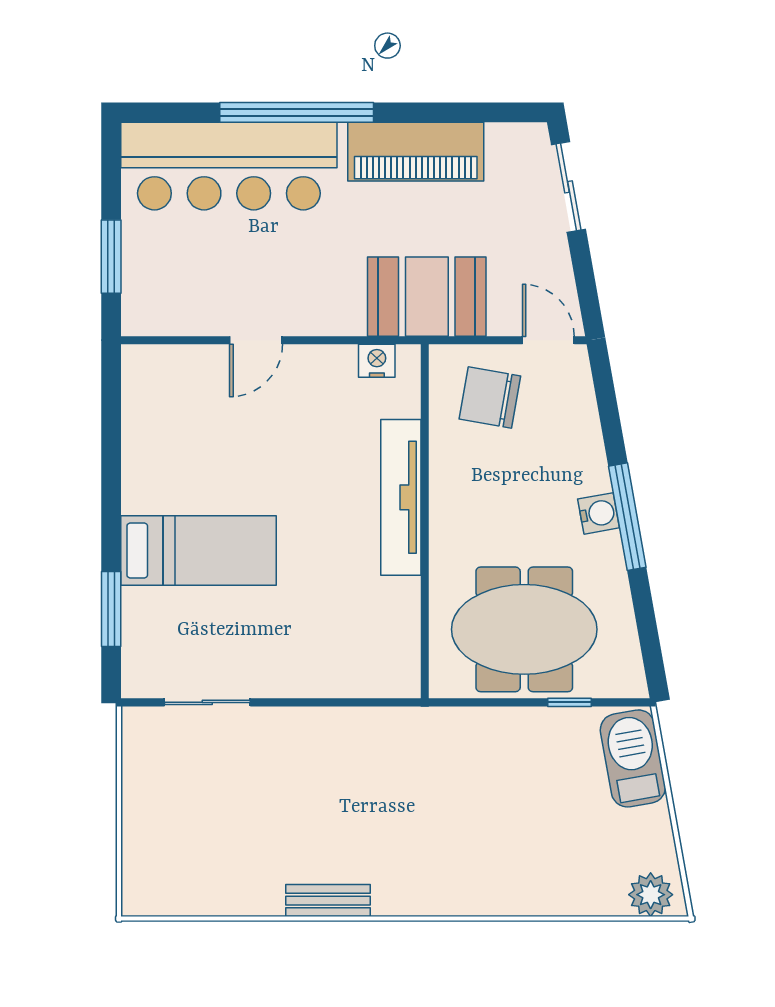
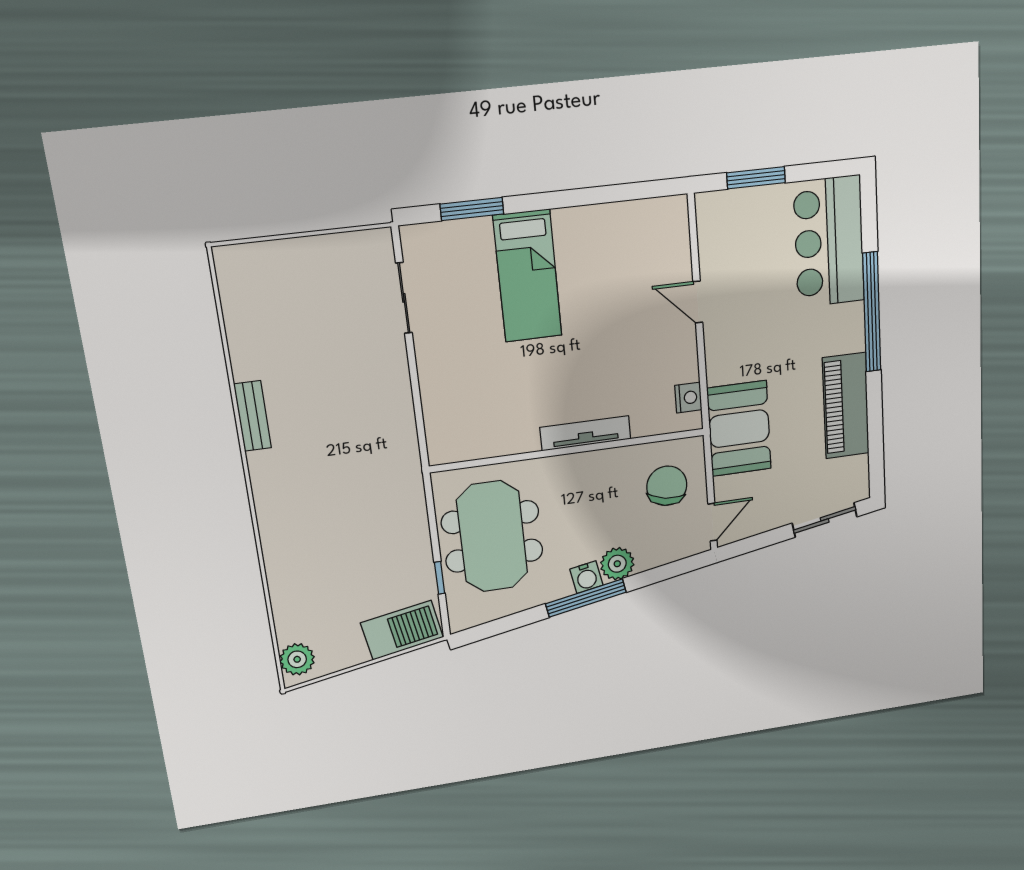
bar counter: (229, 166) -> (829, 242), width x0.73
plant: (586, 471) -> (617, 564), added
tv unit: (401, 497) -> (585, 433), width x0.73, depth x0.78

